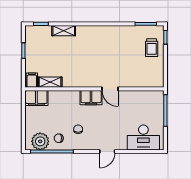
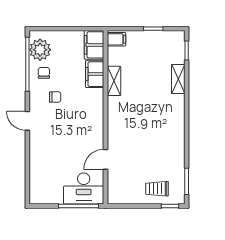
shelving: (50, 82) -> (114, 81), moved
door: (110, 89) -> (105, 159), moved
filing cabinet: (91, 98) -> (95, 74), moved
desk: (143, 137) -> (84, 188), moved, turned -90
door: (107, 152) -> (27, 121), moved

